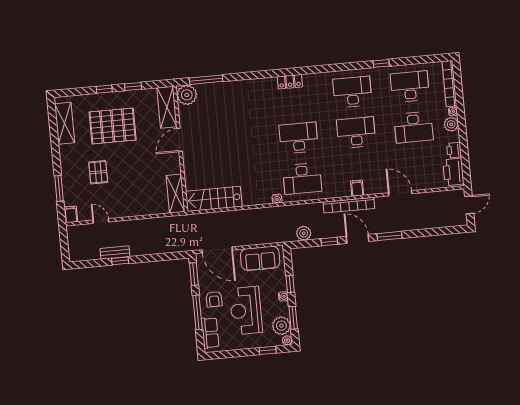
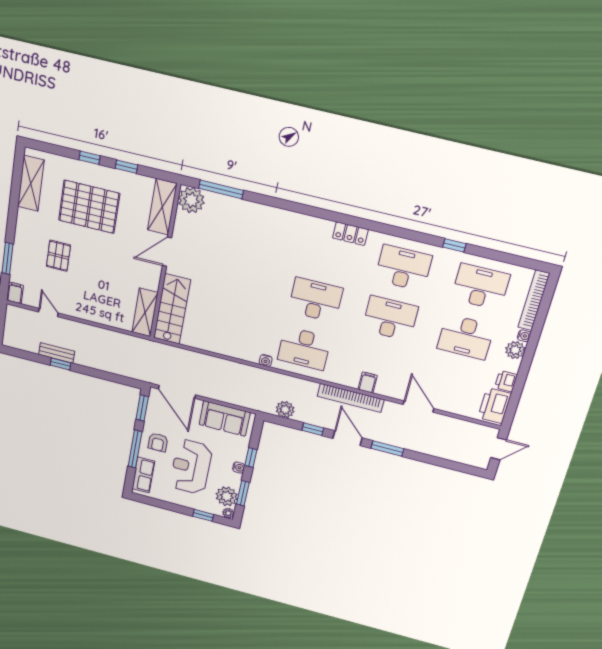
locker: (290, 82) -> (350, 234), moved
stairs: (214, 199) -> (172, 309), moved, turned 90

